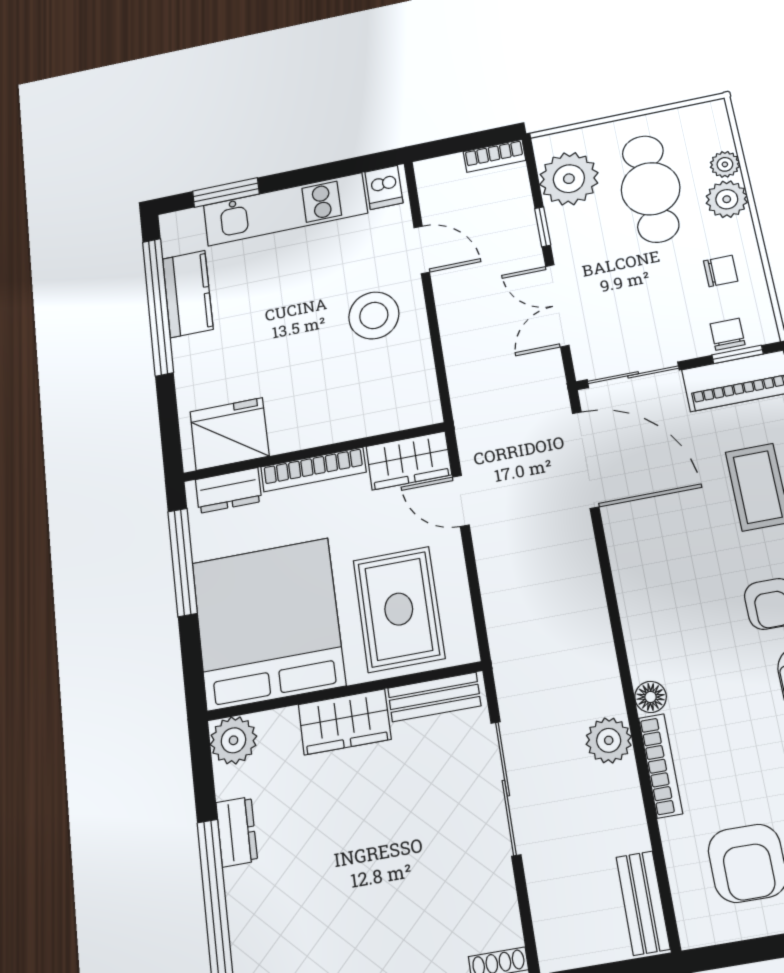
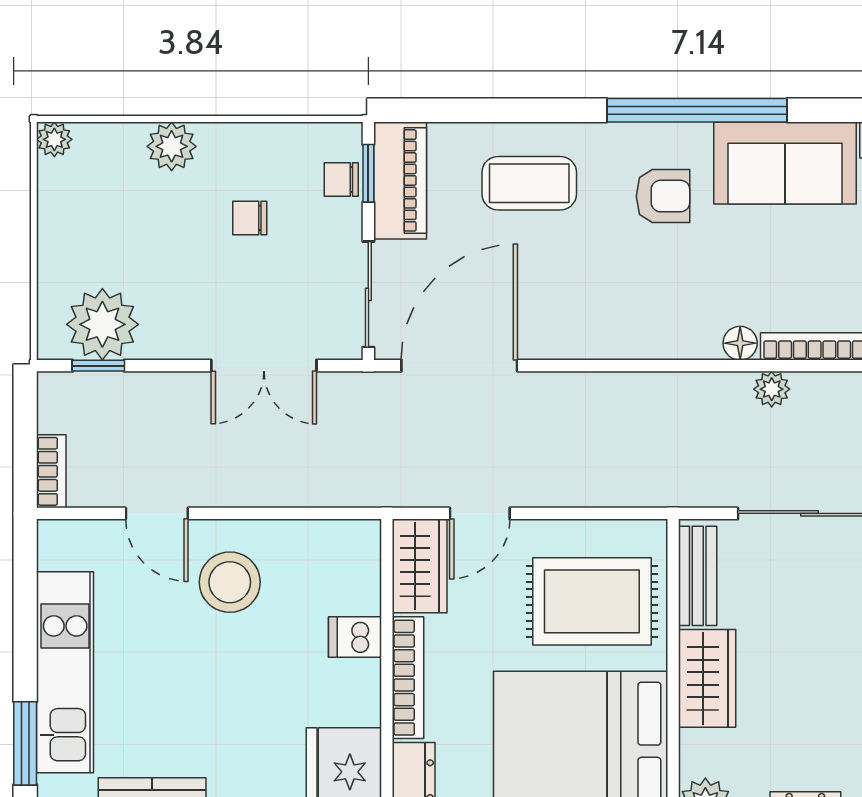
bookcase: (494, 156) -> (51, 471), moved
plant: (725, 164) -> (54, 139), moved
dishwasher: (384, 187) -> (355, 637), moved, turned 180
cafe table: (651, 189) -> (138, 231), removed
window: (543, 227) -> (98, 366), moved
door: (422, 250) -> (157, 513), swing flipped
chair: (721, 271) -> (250, 218), moved, turned -90
plant: (609, 740) -> (772, 389), width x0.73, depth x0.73

